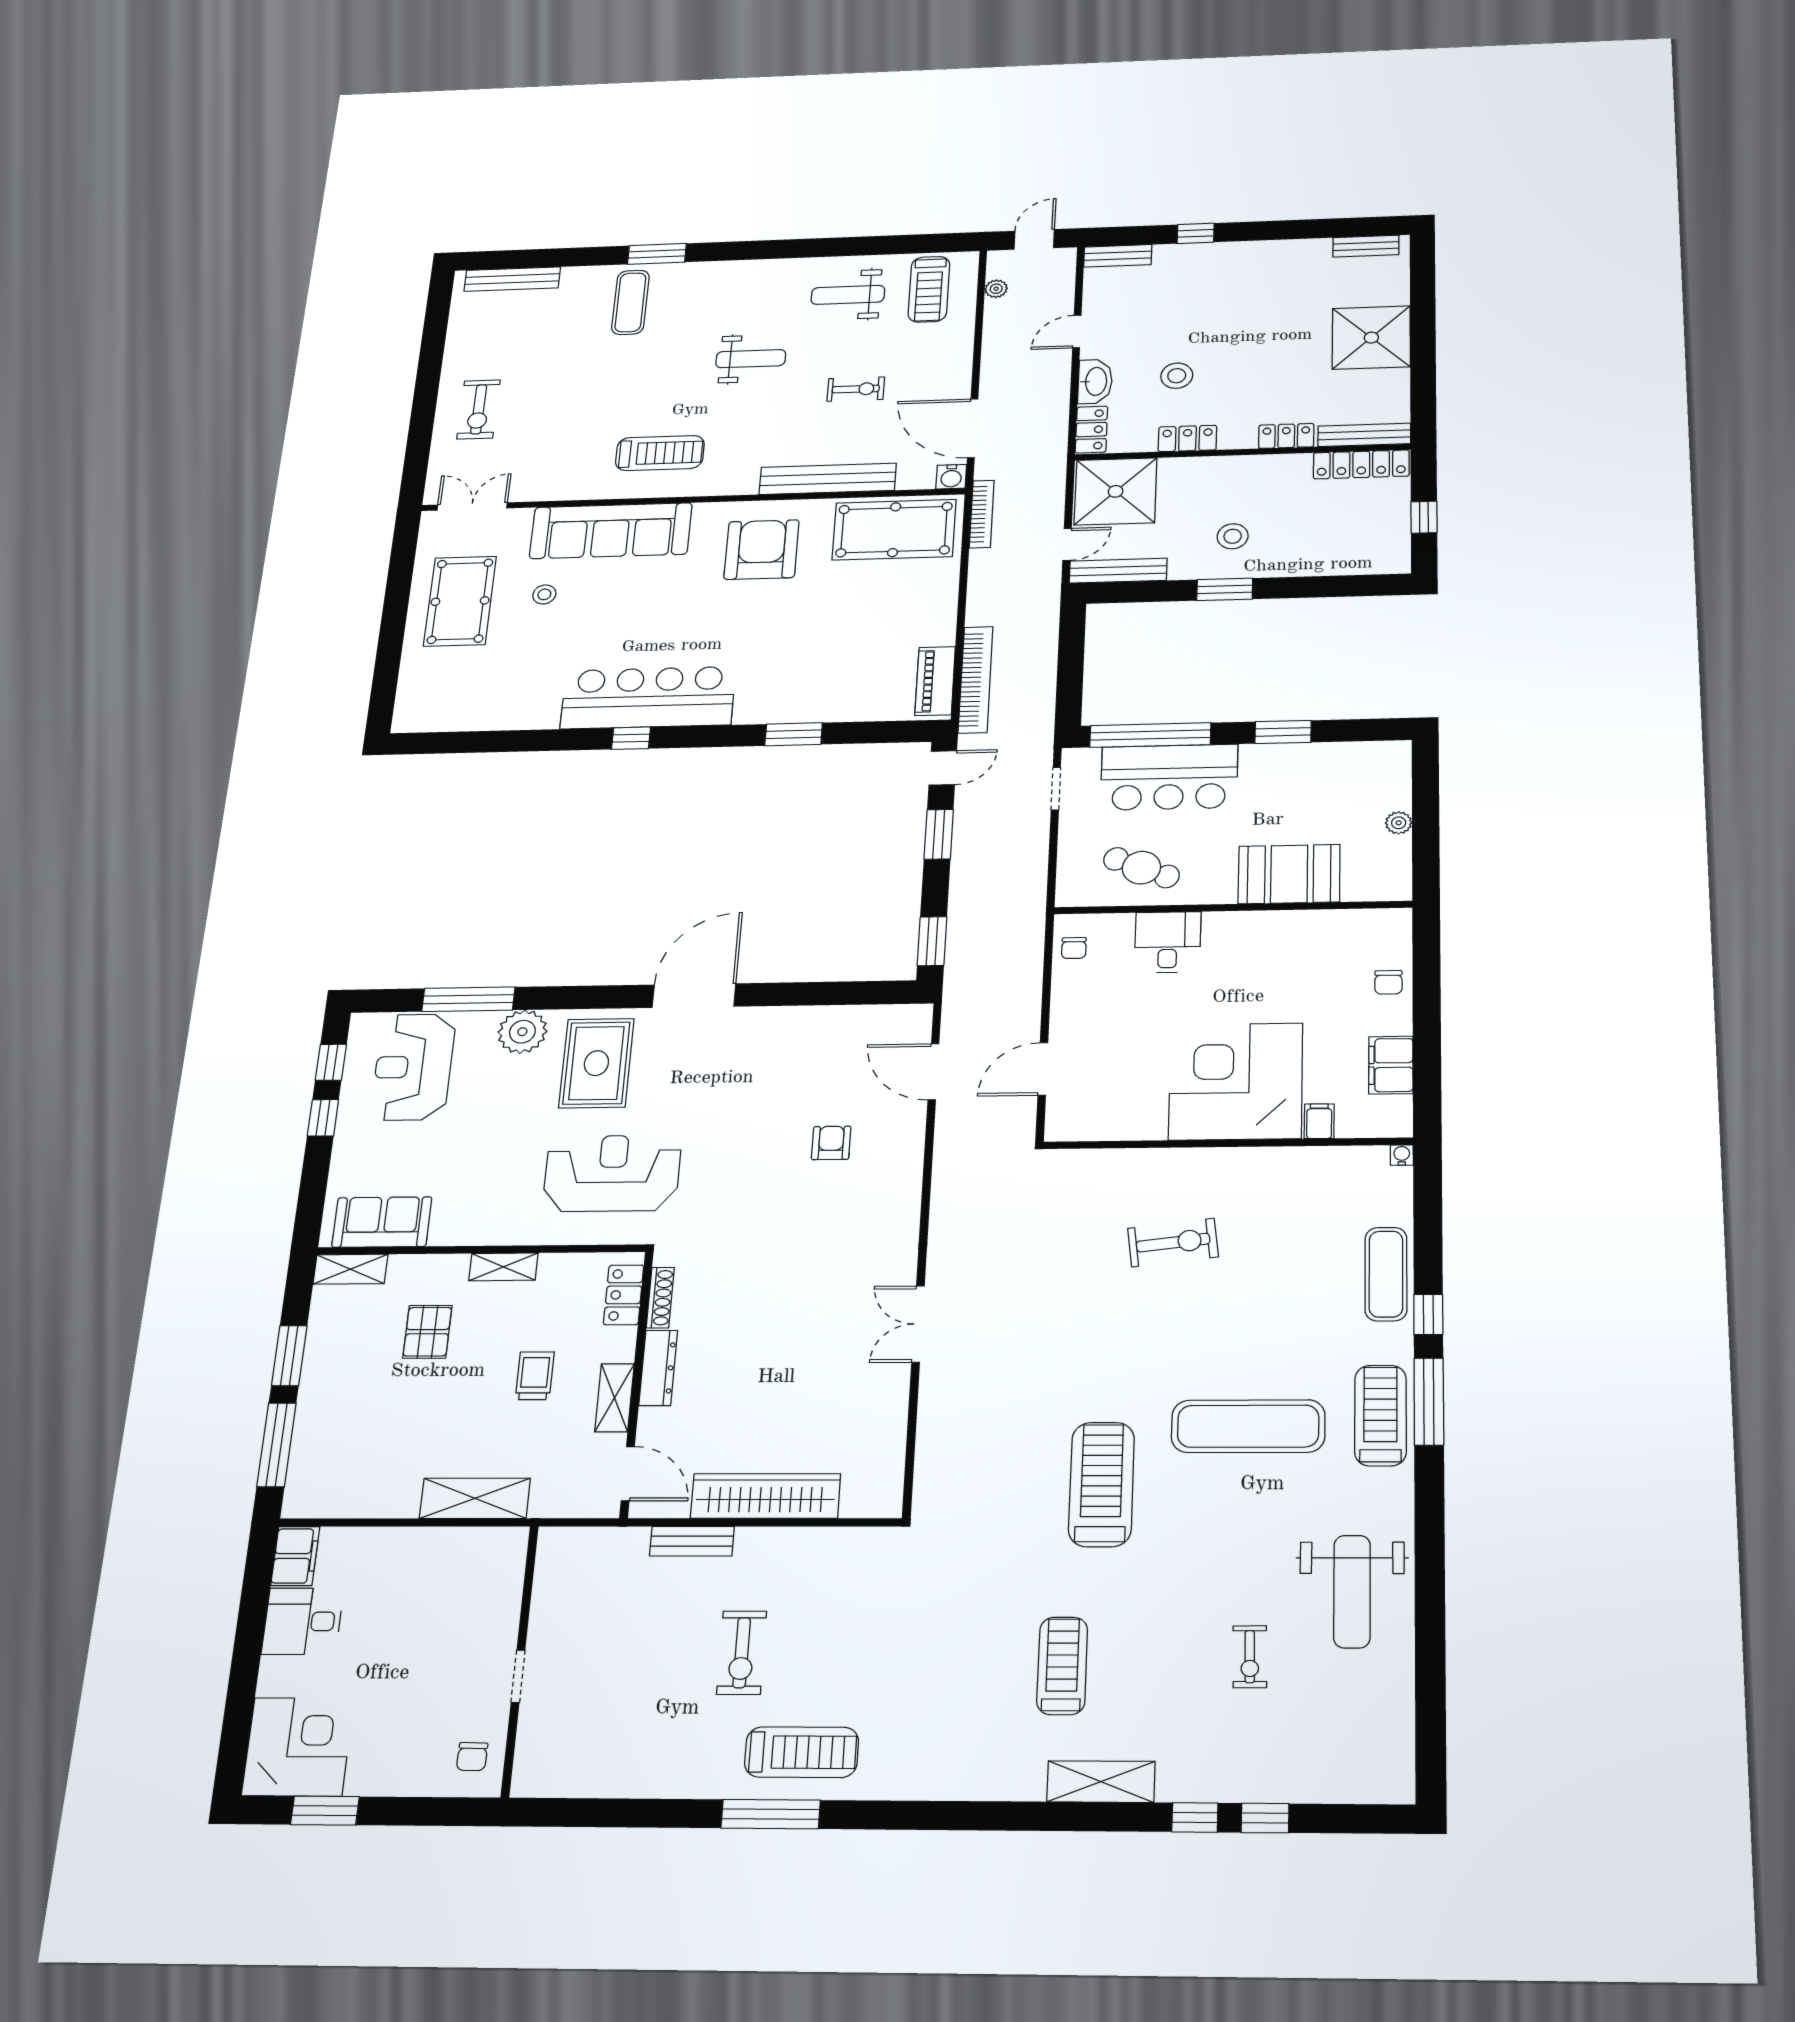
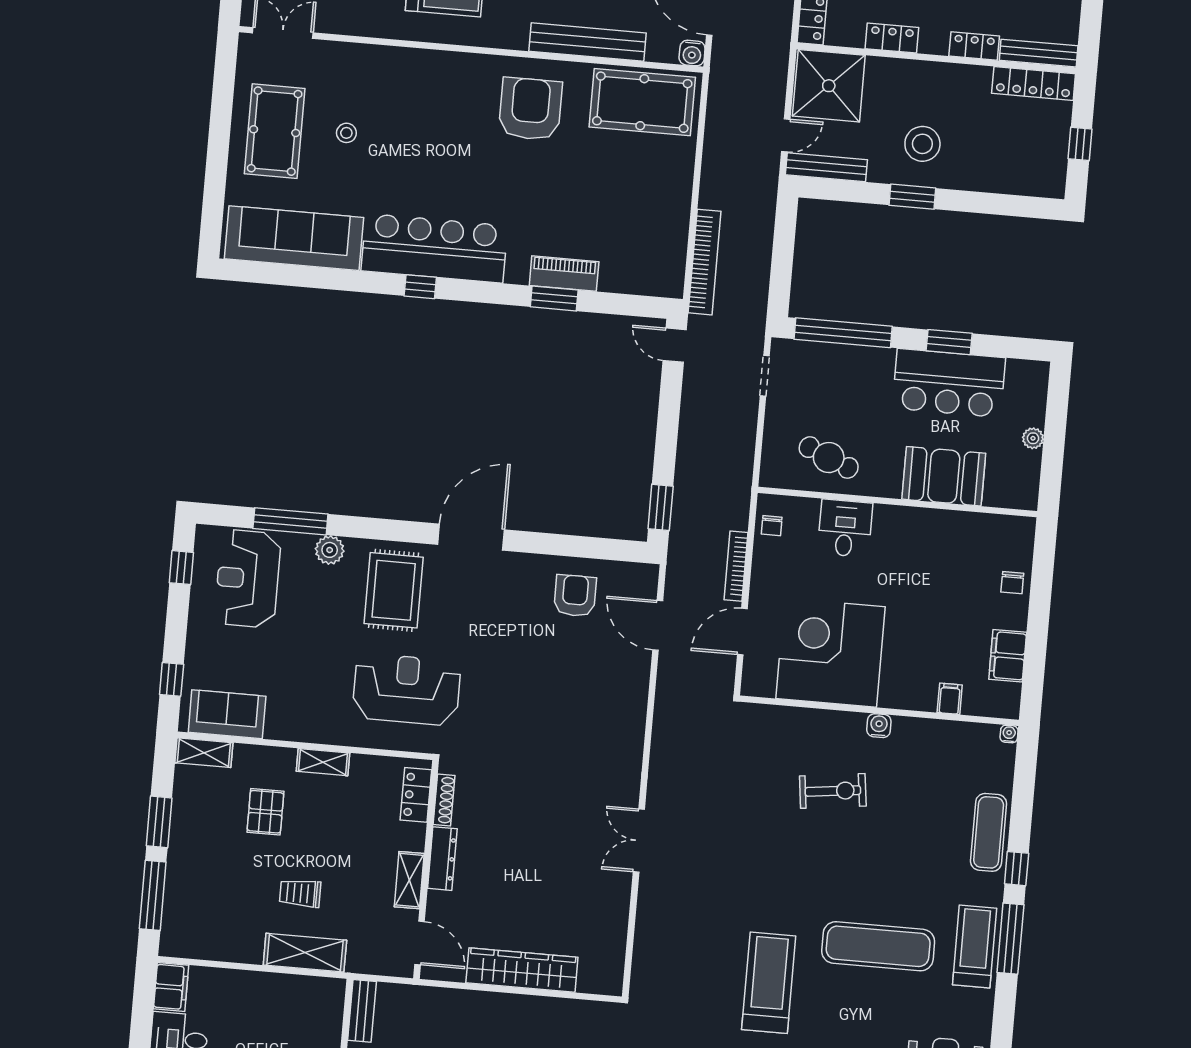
bookcase: (982, 514) -> (736, 566), moved, turned 180
sofa: (611, 531) -> (294, 238), moved, turned 180
stool: (1233, 536) -> (922, 144), width x1.38, depth x1.38
piano: (935, 681) -> (564, 274), moved, turned 90
door: (943, 768) -> (675, 345), swing flipped
bar counter: (1169, 777) -> (949, 383), moved
window: (939, 834) -> (669, 408), removed
plant: (522, 1032) -> (330, 550), width x0.73, depth x0.73
corner desk: (1236, 1081) -> (830, 653), moved
window: (323, 1118) -> (172, 679), moved
armchair: (831, 1143) -> (575, 596), moved, width x1.38, depth x1.38
water cooler: (1228, 1160) -> (879, 726), added
trolley: (535, 1376) -> (300, 893), moved, turned -90
bench: (692, 1541) -> (362, 1011), moved, turned 90

